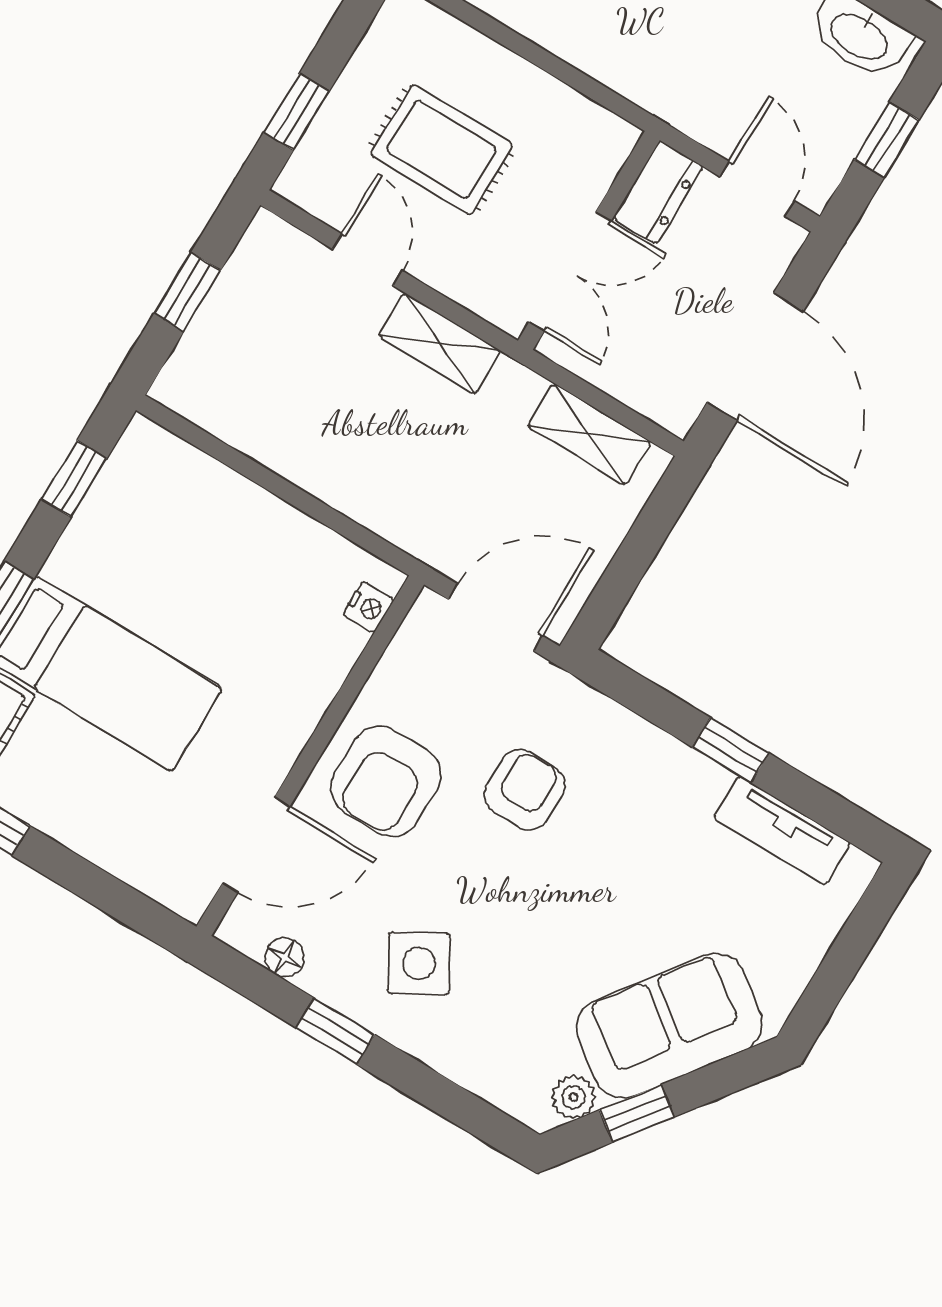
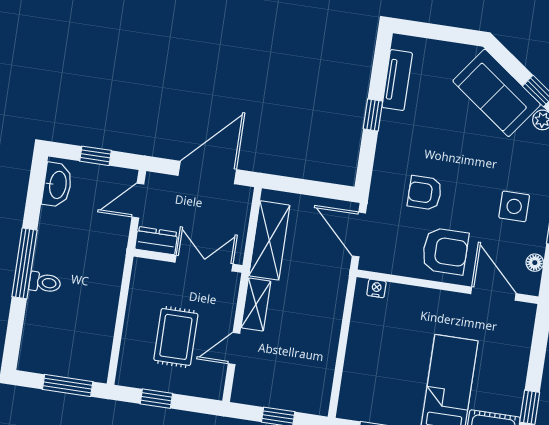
window: (296, 112) -> (156, 399), moved
shelving: (589, 434) -> (269, 240), width x1.50, depth x1.33
side table: (419, 963) -> (514, 206), turned 30

